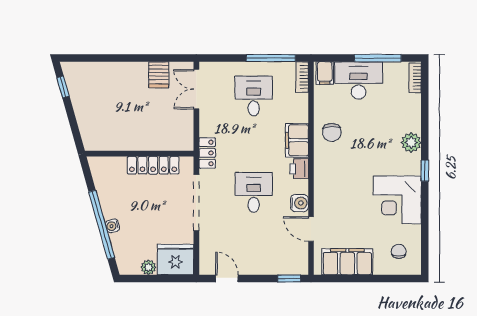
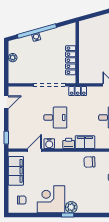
plant: (411, 143) -> (71, 207), moved
fridge: (175, 259) -> (17, 73), removed

